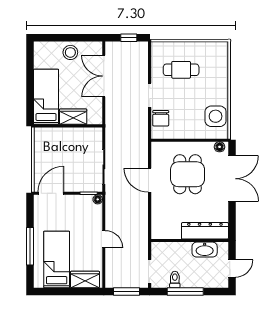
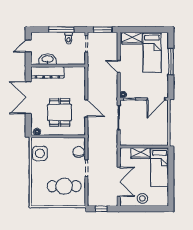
cafe table: (181, 70) -> (64, 186), width x1.37, depth x1.35
double door: (232, 179) -> (28, 98), moved

